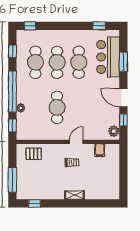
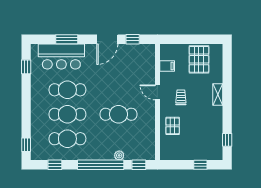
plant: (114, 131) -> (145, 50), removed
pallet: (34, 154) -> (173, 126), moved
pallet: (106, 178) -> (199, 59), added
window: (12, 180) -> (200, 165), width x0.46

